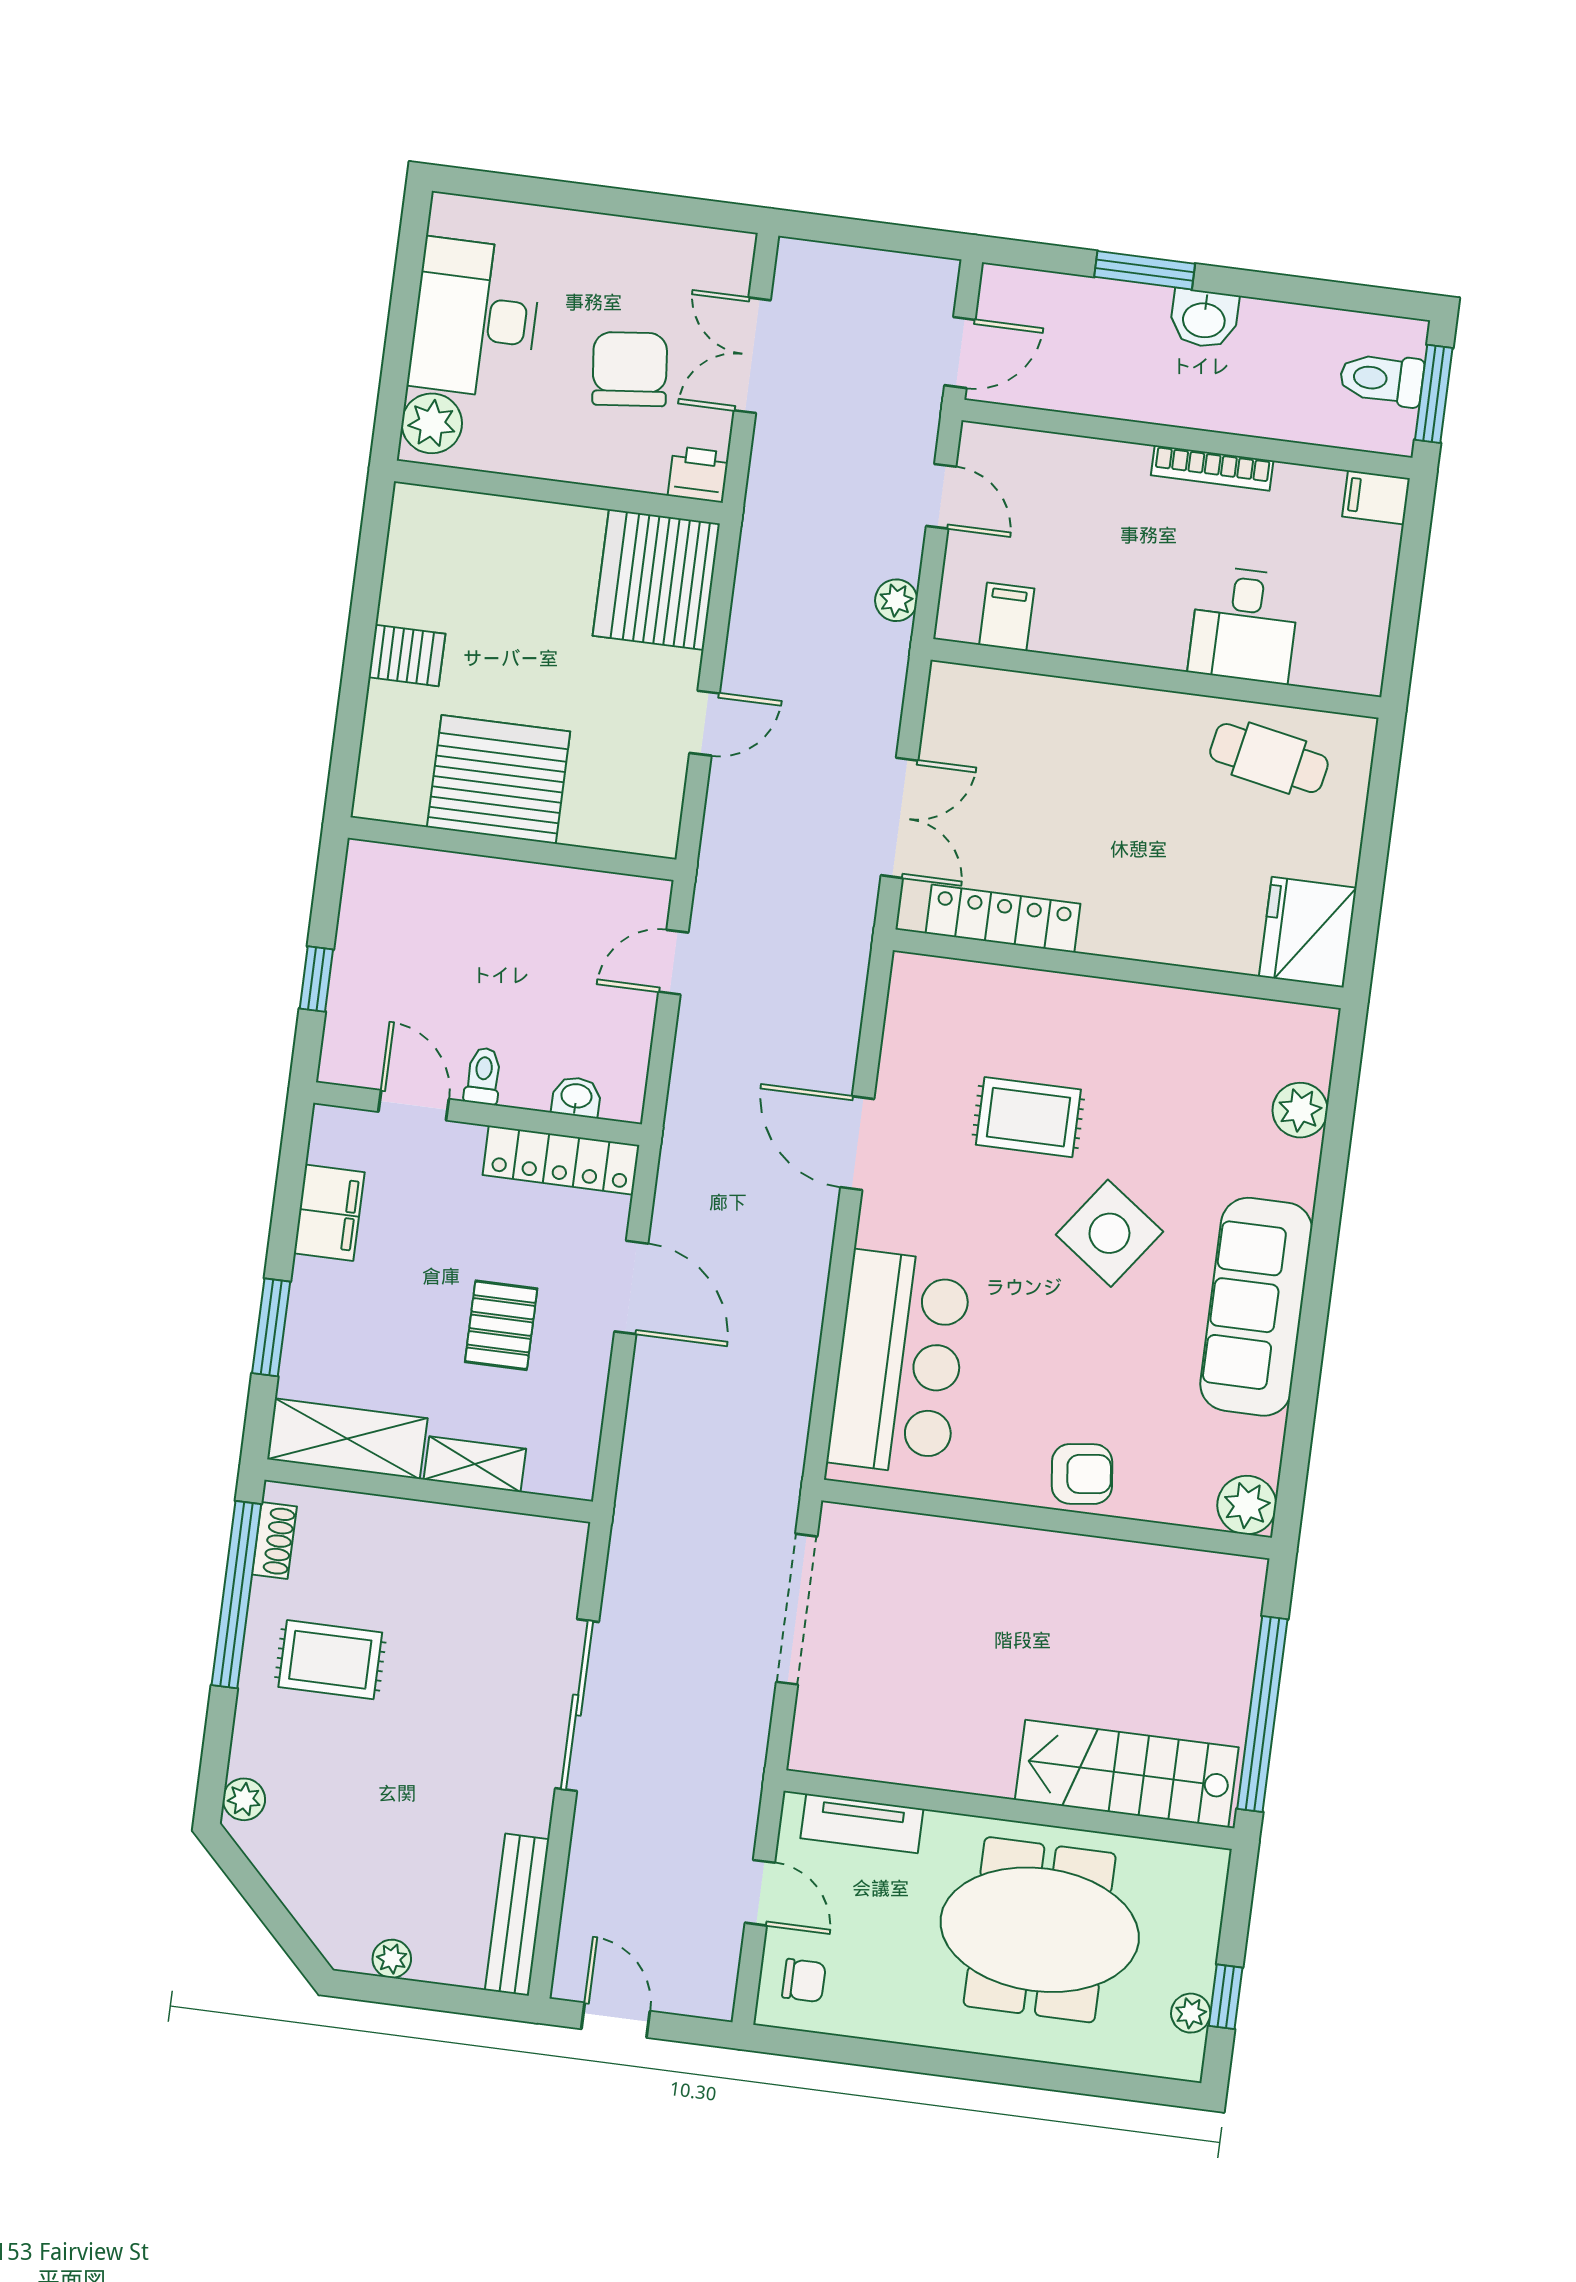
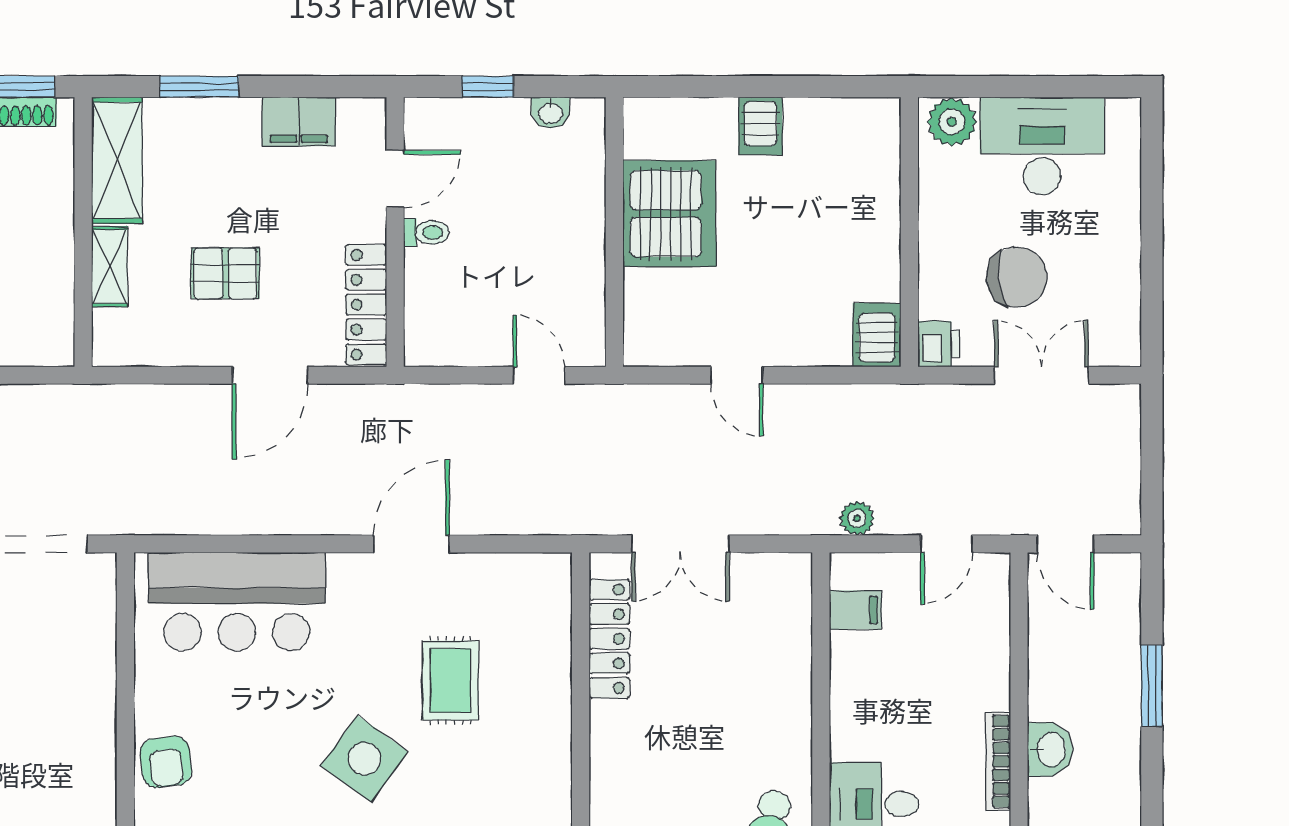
washbasin: (1204, 319) -> (1050, 749), moved, turned 180
server rack: (656, 580) -> (877, 335), width x0.46, depth x0.70
washbasin: (576, 1097) -> (551, 113), moved, turned 90

